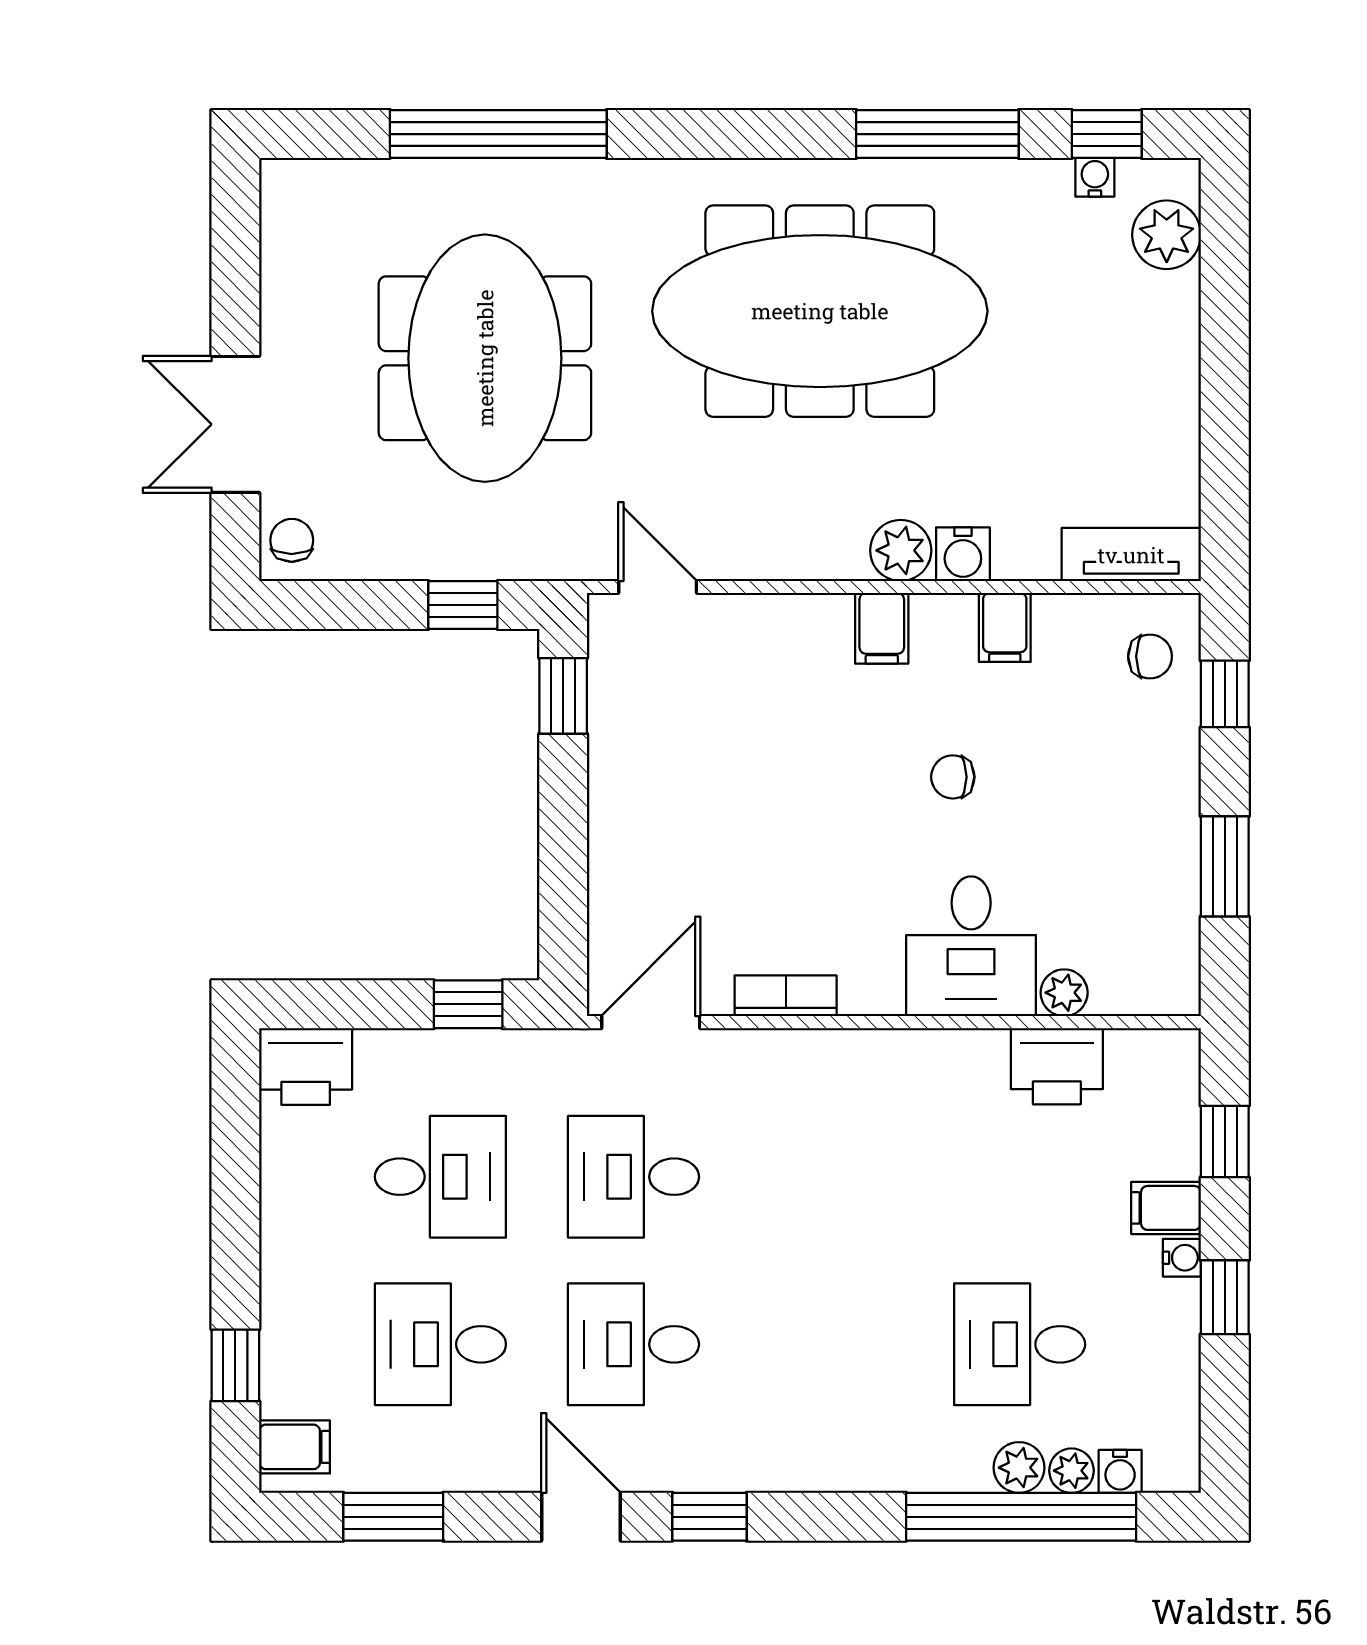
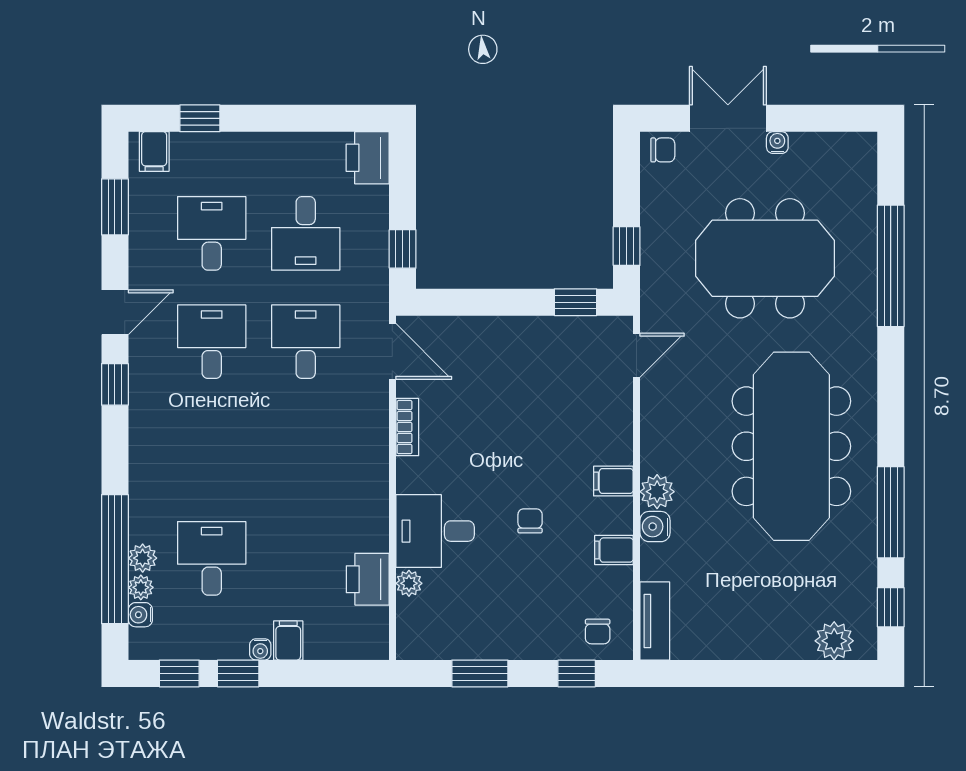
water cooler: (1095, 177) -> (777, 143), moved, turned -90
window: (1225, 1141) -> (179, 673), moved

